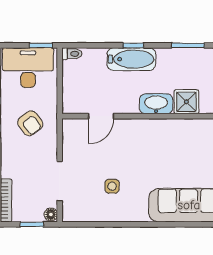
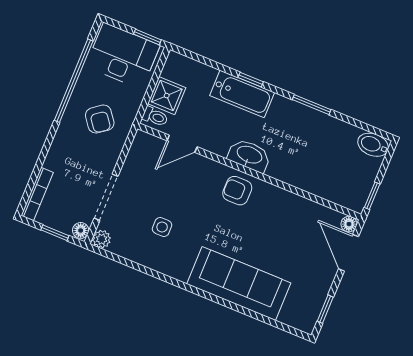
toilet: (72, 54) -> (155, 117), moved
shower: (186, 102) -> (167, 96), moved
armchair: (158, 135) -> (237, 191), added
plant: (70, 215) -> (102, 239), added

